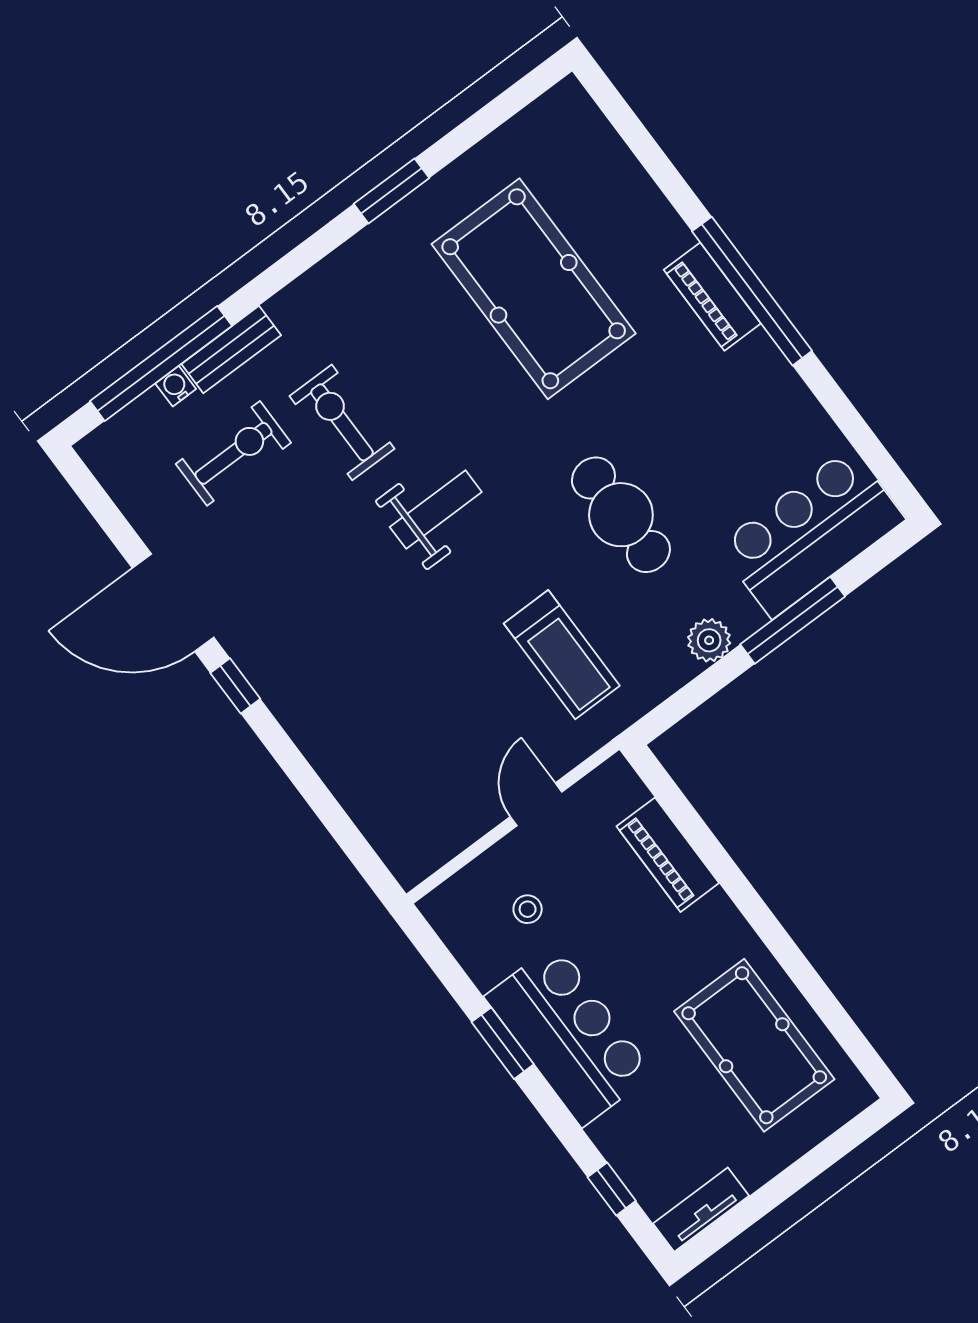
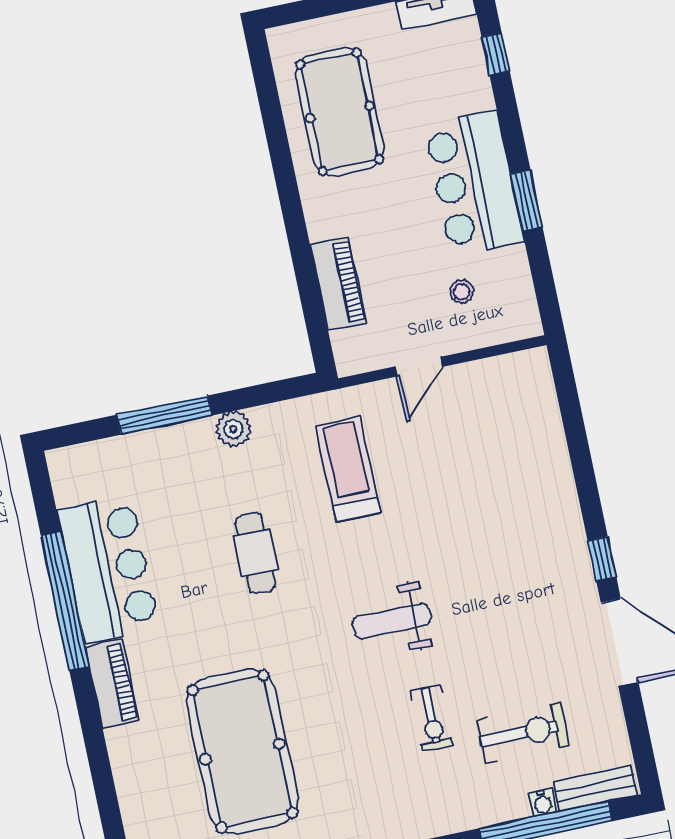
window: (752, 291) -> (65, 601), moved
bench: (231, 350) -> (595, 788), moved
exercise bike: (342, 422) -> (431, 718), width x0.73, depth x0.72
exercise bike: (233, 453) -> (523, 733), turned 180
cafe table: (621, 515) -> (256, 553), width x0.73, depth x0.74
bar counter: (811, 533) -> (108, 569), moved, turned -90

